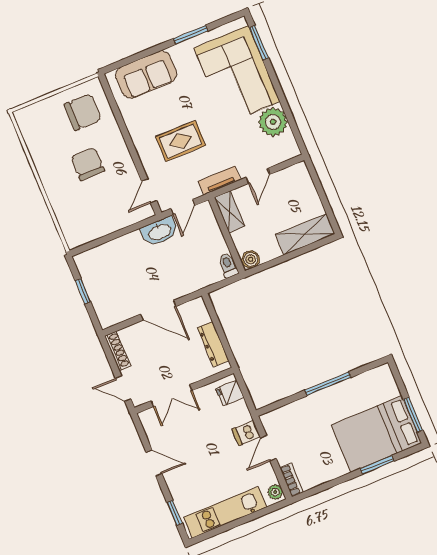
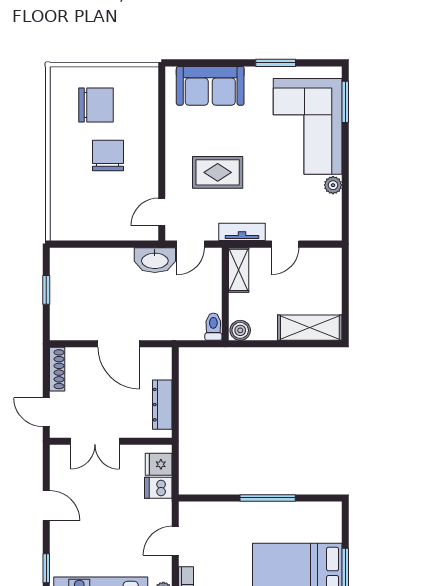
chair: (83, 112) -> (96, 105), moved
plant: (273, 122) -> (333, 185), width x0.53, depth x0.53
dishwasher: (246, 433) -> (158, 488), moved

